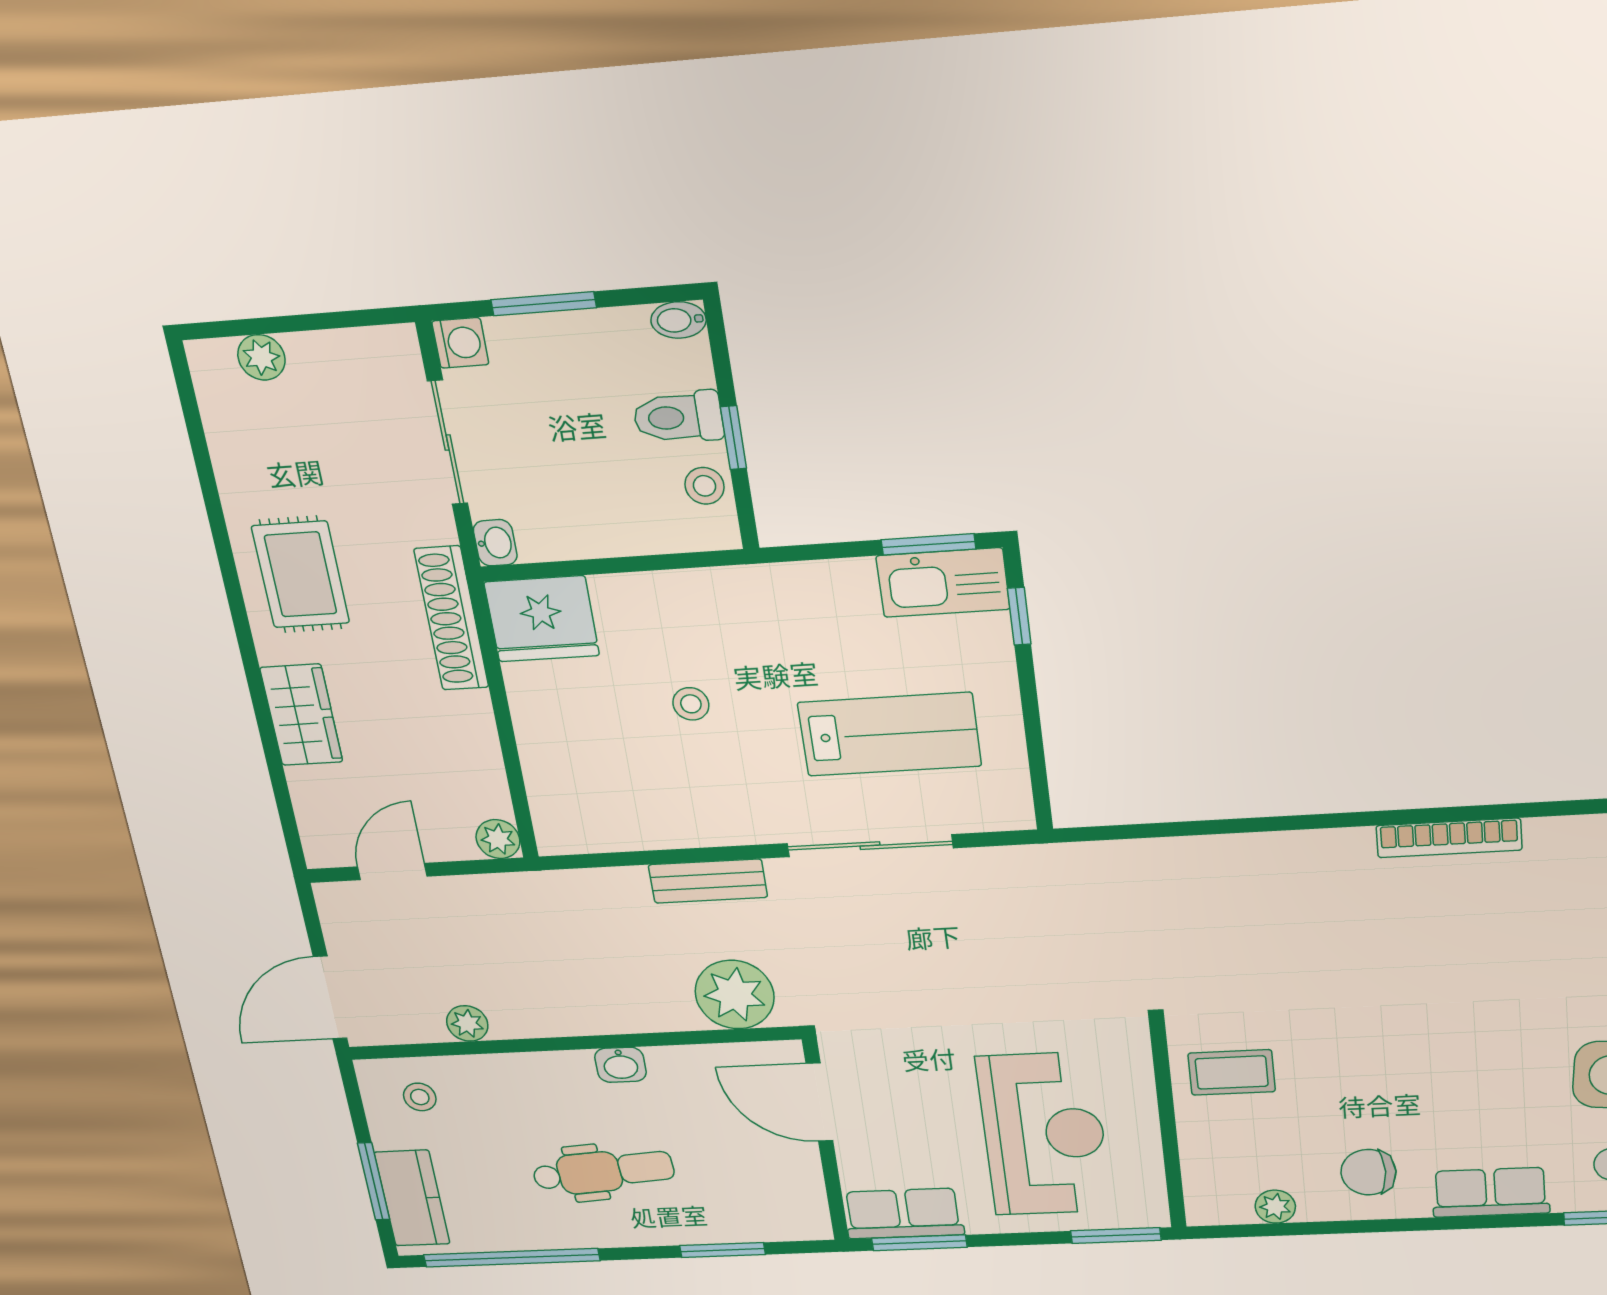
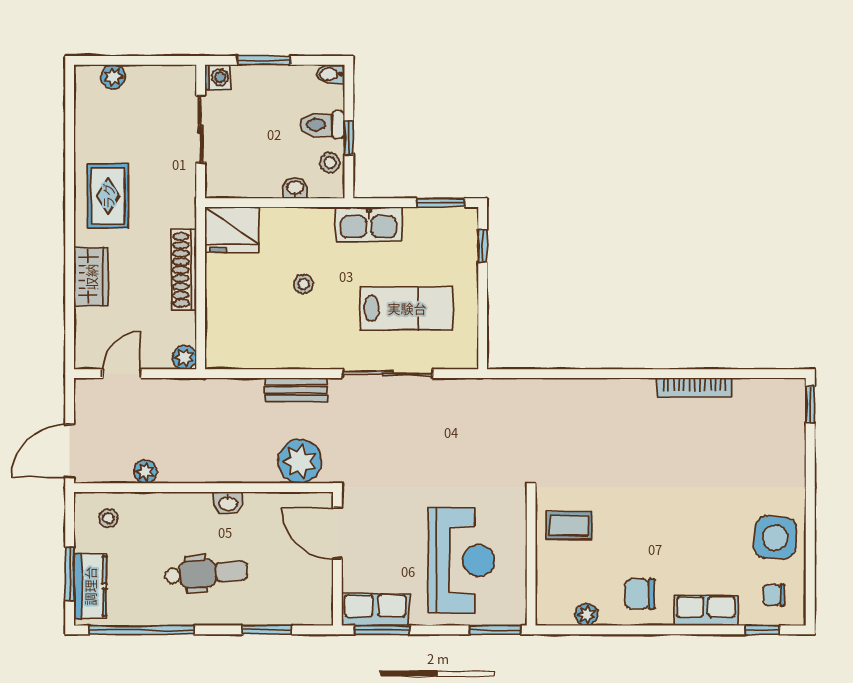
washbasin: (495, 543) -> (295, 188), moved, turned -90
kitchen sink: (943, 583) -> (369, 224), moved
shoe rack: (451, 618) -> (184, 270), moved

